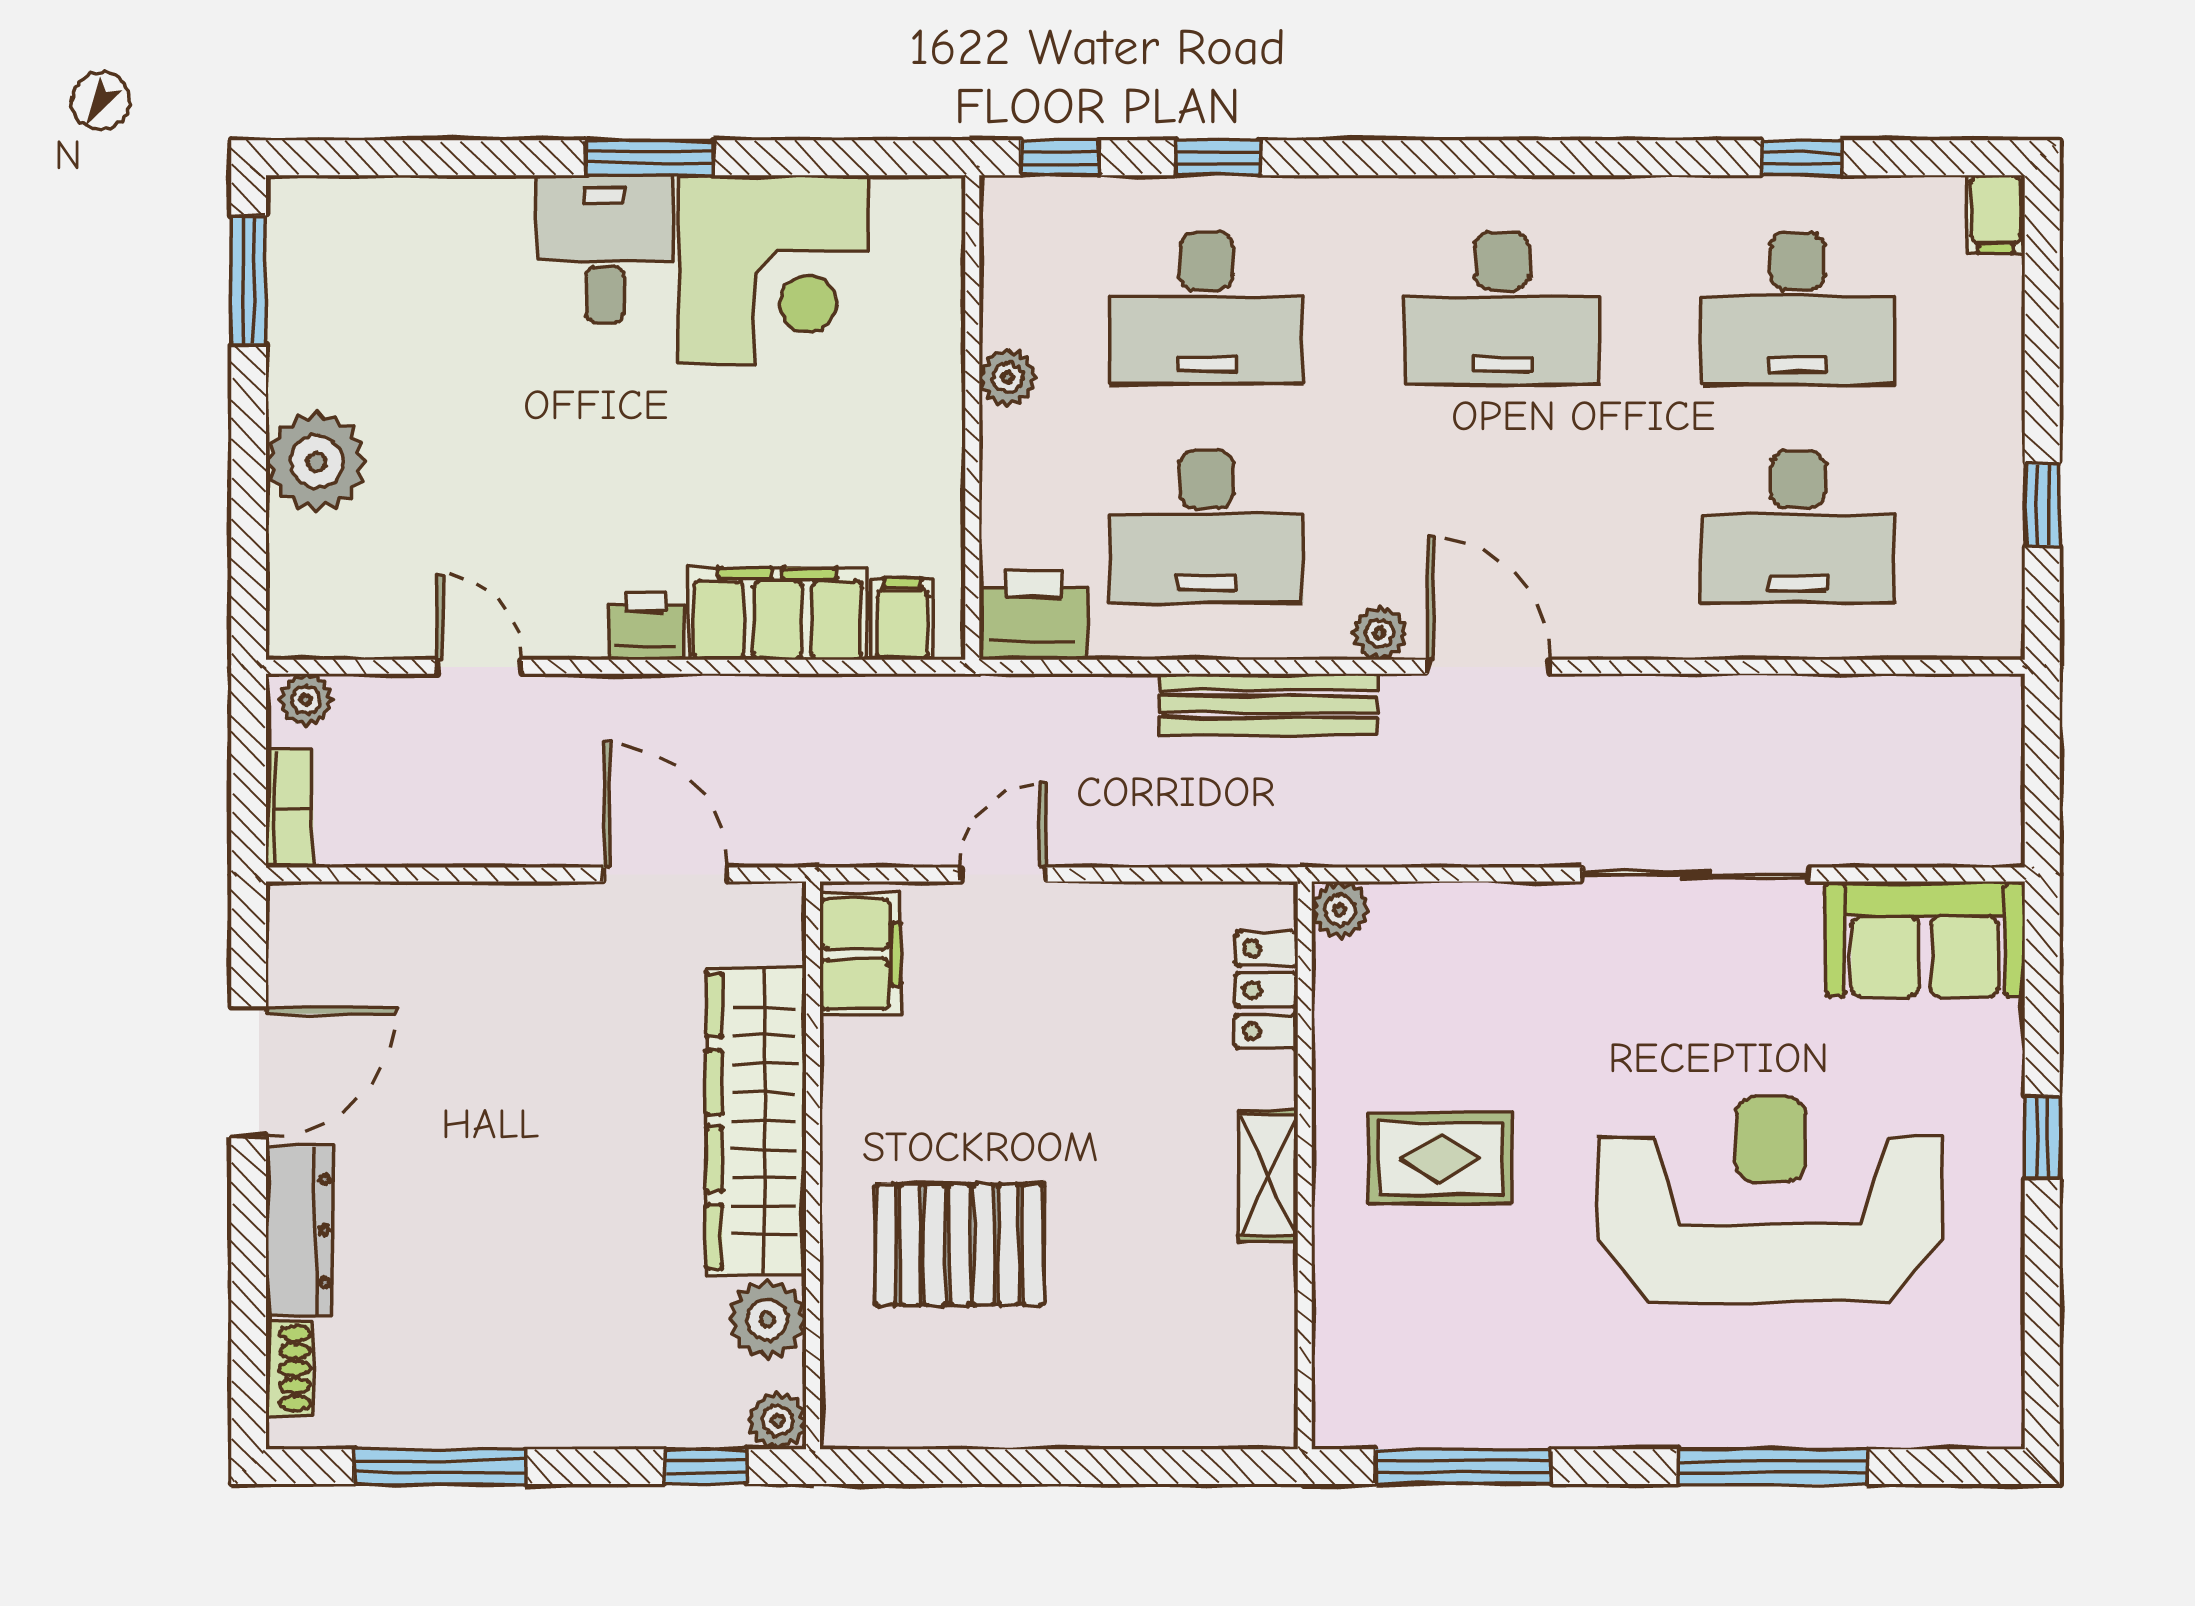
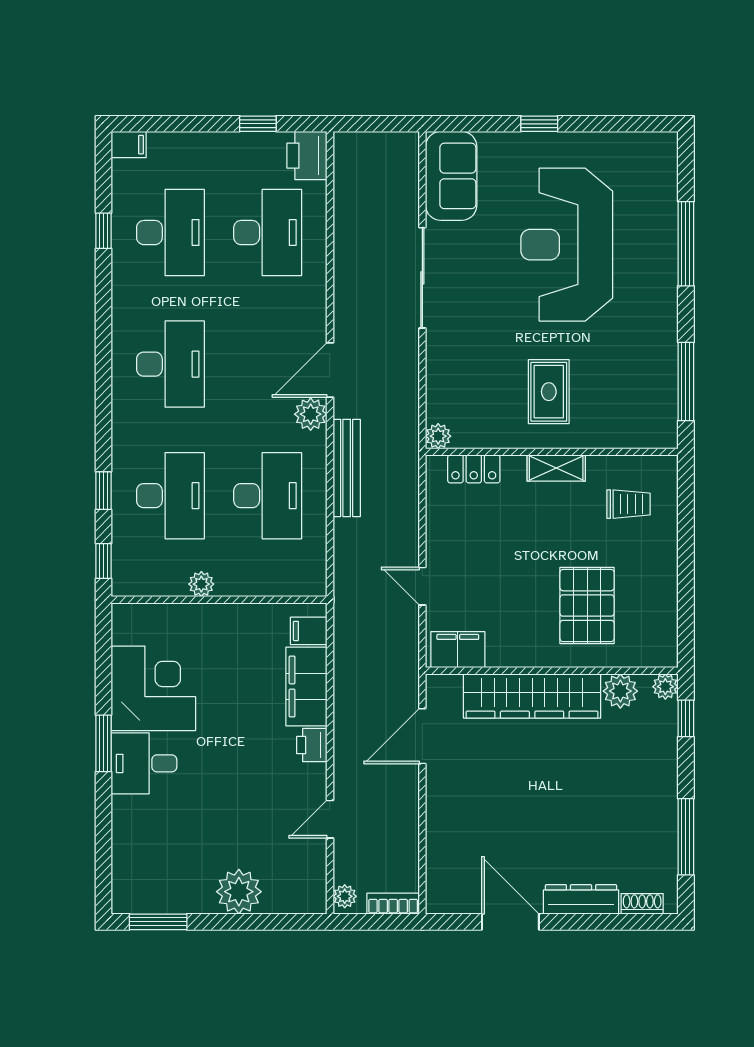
printer: (1033, 615) -> (307, 156), moved
plant: (1379, 633) -> (311, 414), width x1.38, depth x1.38
trolley: (1187, 1338) -> (629, 504), added

